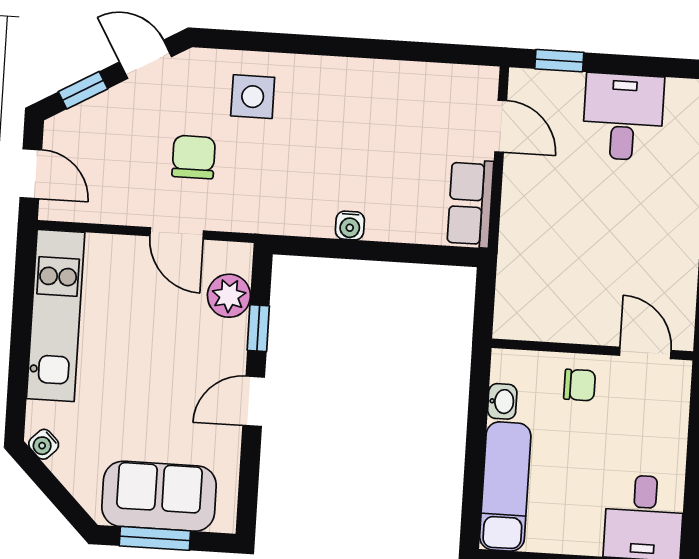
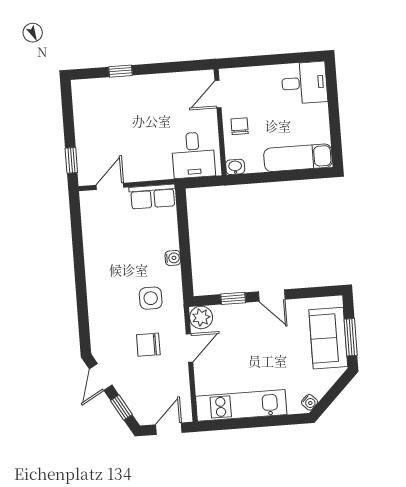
side table: (253, 97) -> (151, 298), moved
desk: (623, 117) -> (193, 155), moved, turned -90
plant: (229, 296) -> (201, 317), moved
washbasin: (502, 401) -> (235, 167), moved

